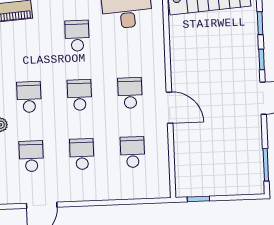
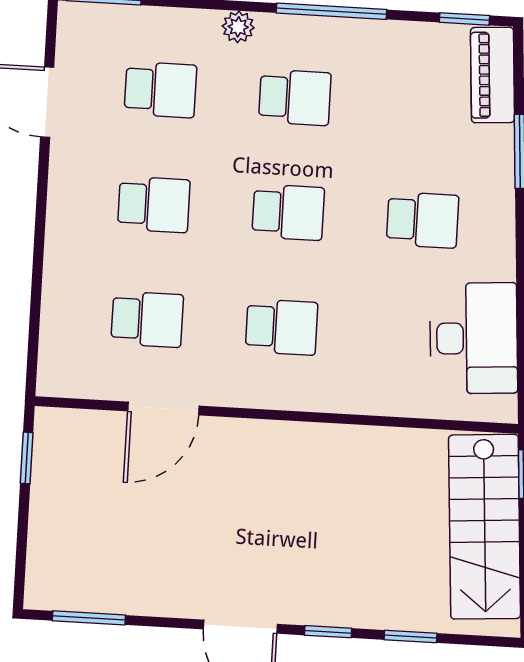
door: (169, 108) -> (163, 408), moved

